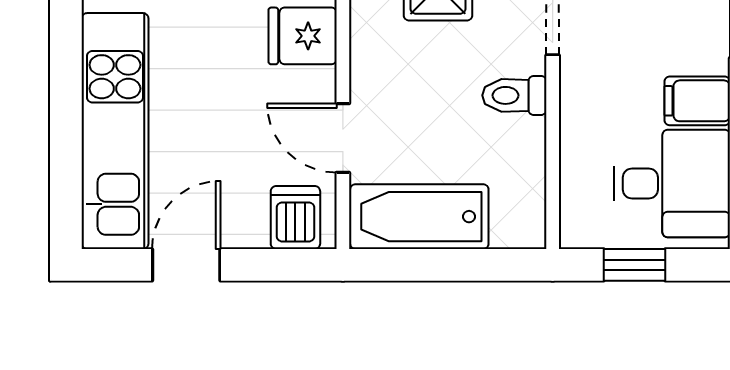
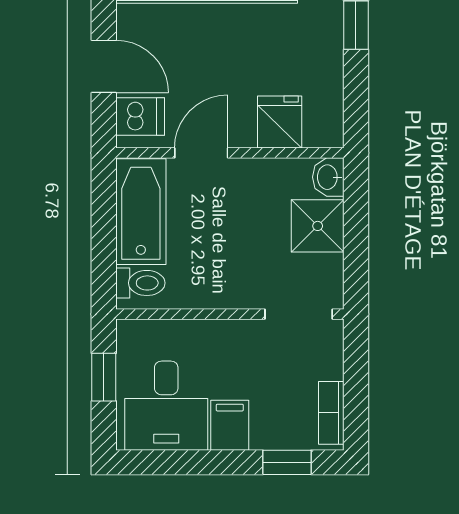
toilet: (514, 95) -> (140, 283), moved, turned 90
door: (186, 265) -> (104, 66), moved

